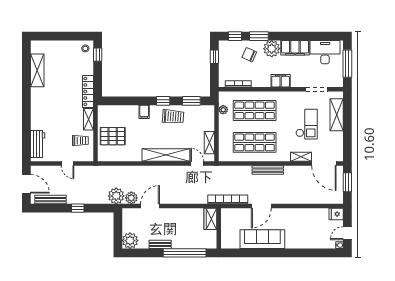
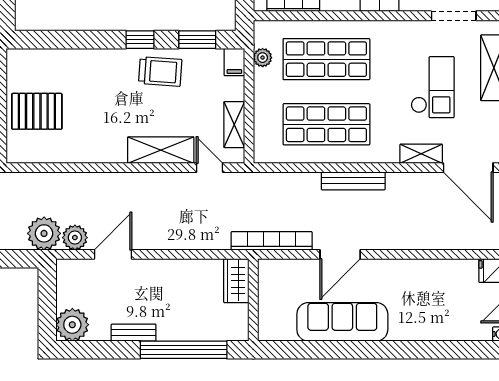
filing cabinet: (144, 112) -> (234, 62), moved
shelving: (166, 155) -> (161, 150), width x0.68

